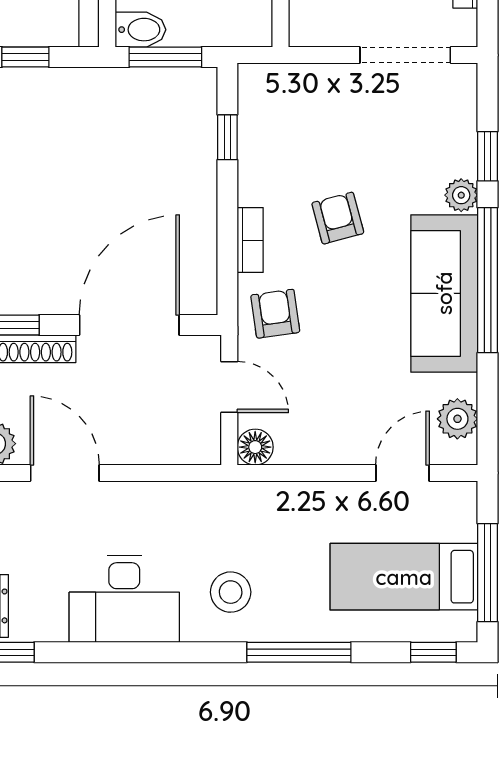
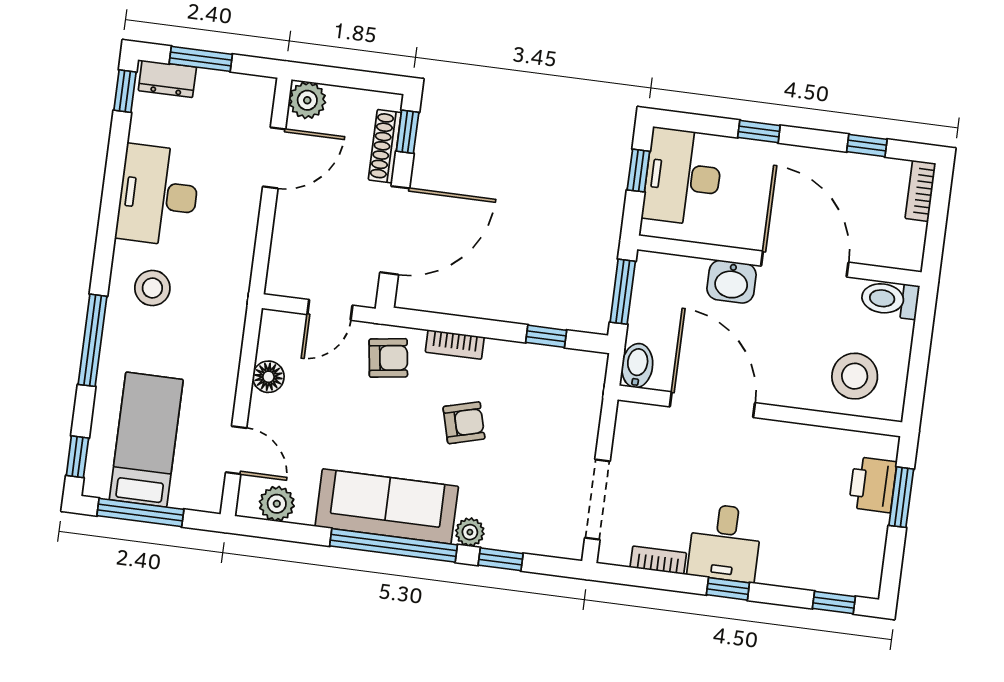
bidet: (140, 30) -> (637, 366), moved, turned 180
door: (129, 325) -> (395, 230), hinge flipped
floor lamp: (255, 447) -> (268, 377), moved

